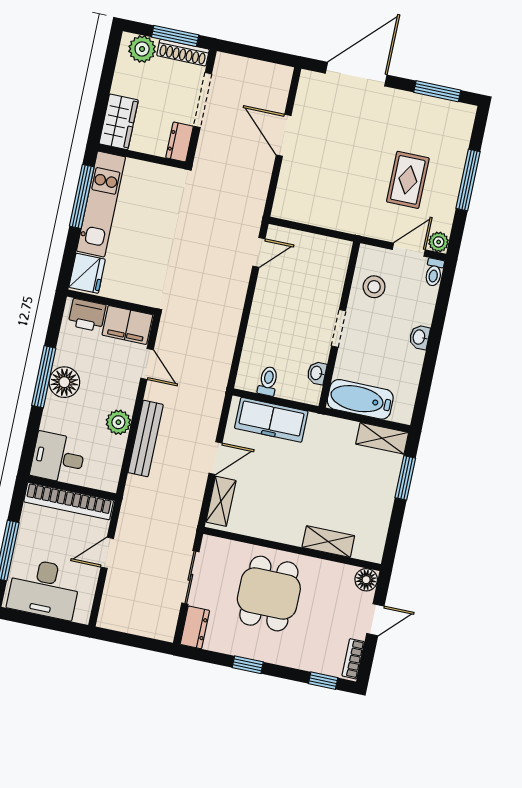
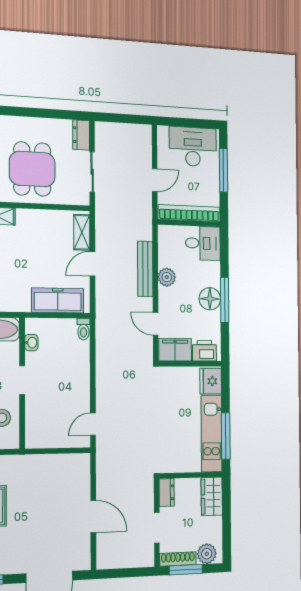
doorway: (203, 100) -> (157, 528), width x0.73
toilet: (268, 381) -> (84, 329), moved
window: (248, 665) -> (37, 113), removed

